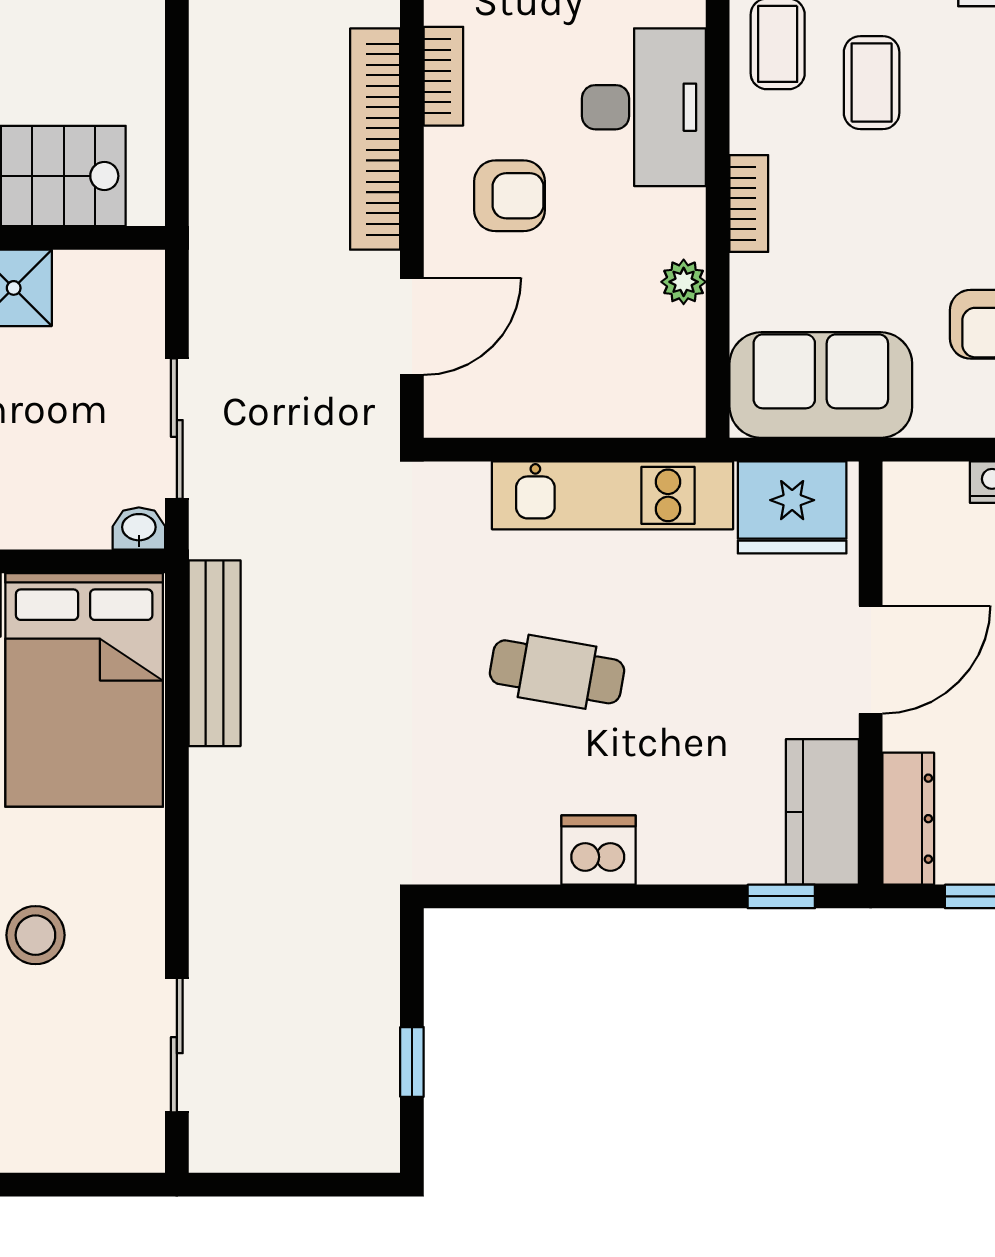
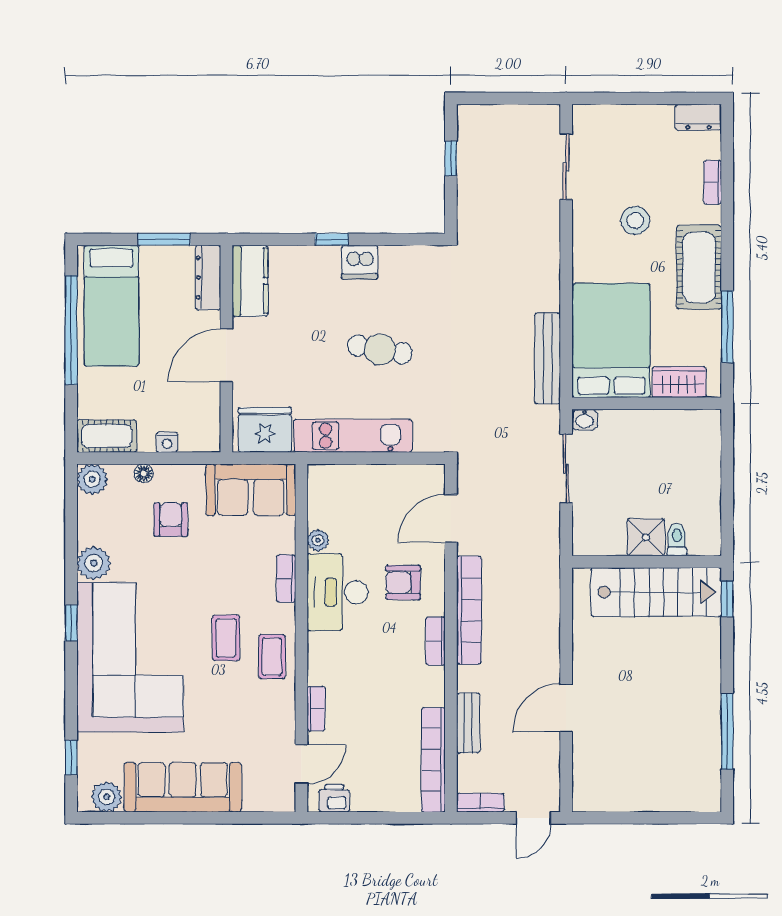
desk: (644, 107) -> (337, 592), moved
window: (781, 896) -> (332, 239), moved

